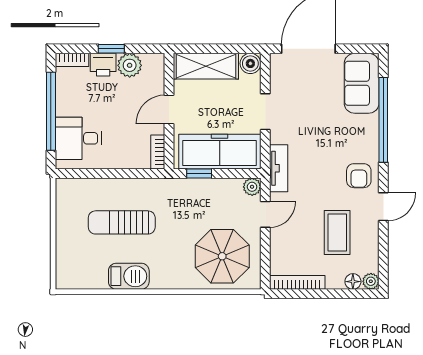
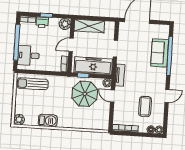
boiler: (250, 63) -> (110, 26), removed
plant: (130, 65) -> (65, 24), moved
sofa: (362, 83) -> (160, 53), moved
armchair: (359, 176) -> (157, 81), removed
door: (265, 214) -> (112, 96), swing flipped
sun lounger: (122, 222) -> (33, 84), moved
parasol: (222, 256) -> (85, 94), moved
plant: (67, 278) -> (19, 120), added

